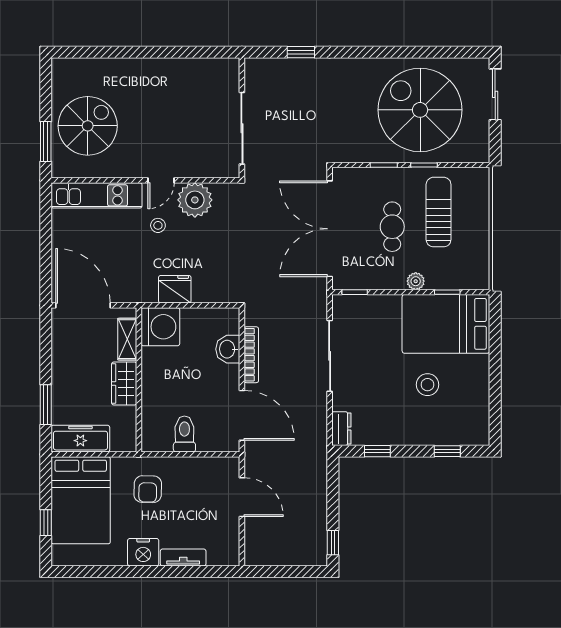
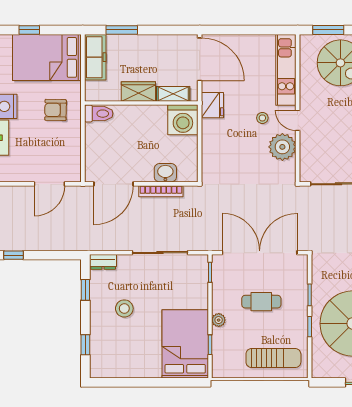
sun lounger: (439, 212) -> (273, 358), moved
fridge: (175, 289) -> (212, 105), moved
door: (83, 305) -> (200, 59), hinge flipped
stool: (428, 385) -> (124, 308), moved
toilet: (184, 434) -> (99, 114), moved

